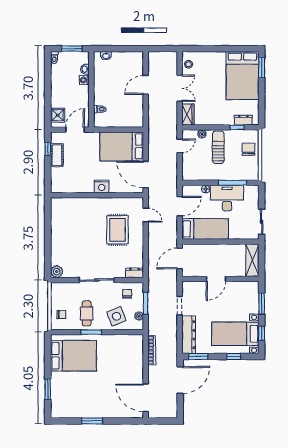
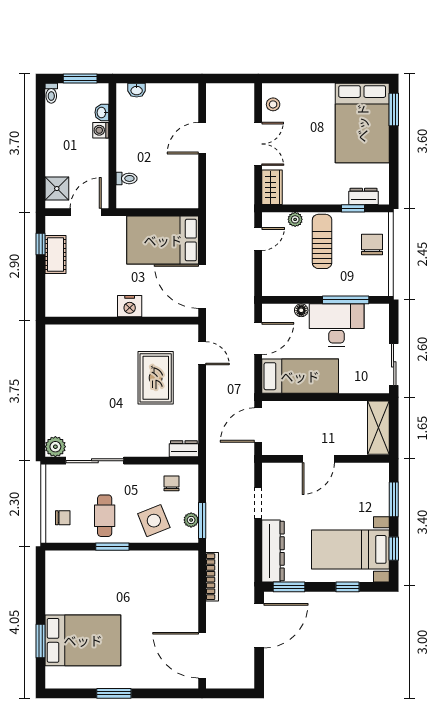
sliding door: (97, 280) -> (95, 461), moved
window: (146, 303) -> (202, 520), moved
bed: (73, 356) -> (83, 640), moved

